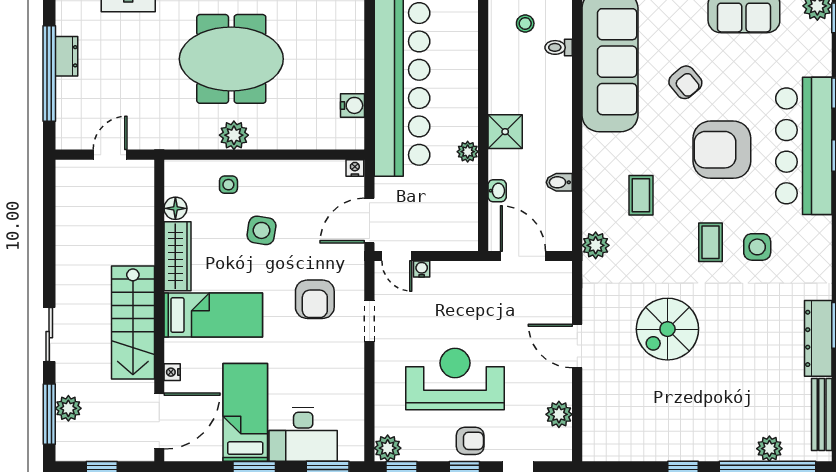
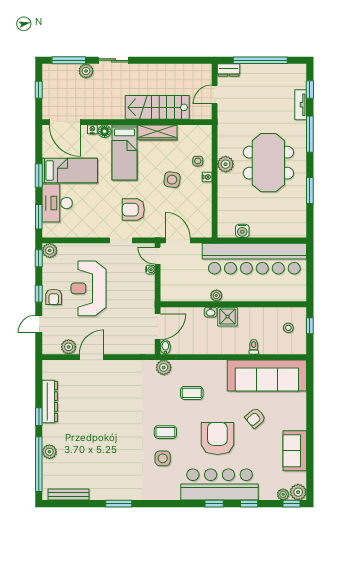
plant: (821, 33) -> (283, 494), added
toilet: (559, 47) -> (254, 347), moved
dresser: (67, 56) -> (229, 70), moved
door: (110, 155) -> (215, 95), swing flipped
nightstand: (355, 168) -> (207, 177), moved
bidet: (559, 182) -> (165, 347), moved
washbasin: (497, 191) -> (211, 312), moved
floor lamp: (175, 208) -> (105, 131), moved
door: (397, 256) -> (158, 256), hinge flipped
stairs: (133, 323) -> (157, 107), moved
spiral stairs: (667, 329) -> (117, 408), removed
dresser: (818, 338) -> (50, 401), moved, turned 90
door: (577, 346) -> (92, 357), moved
reception desk: (455, 379) -> (88, 288), turned 180
plant: (68, 408) -> (86, 71), moved
plant: (769, 449) -> (49, 452), moved

